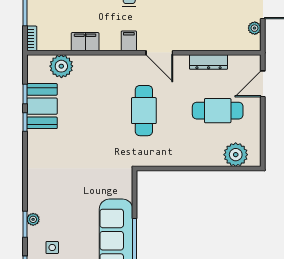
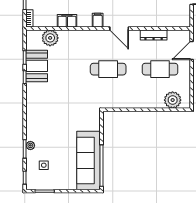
plant: (255, 28) -> (186, 11), removed
cafe table: (144, 111) -> (108, 69), turned 90

